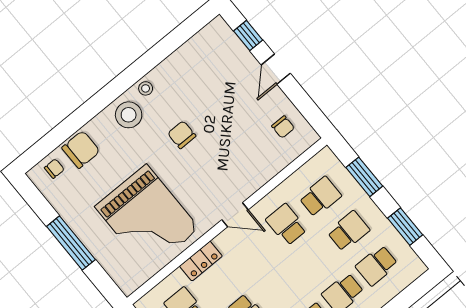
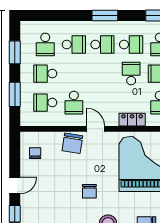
chair: (249, 175) -> (72, 143), added
school desk: (377, 265) -> (45, 44), turned 90

